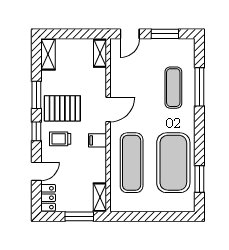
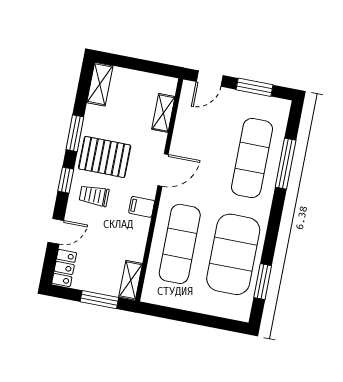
shelving: (100, 53) -> (163, 113), moved
exercise mat: (173, 88) -> (252, 158), width x1.36, depth x1.45

